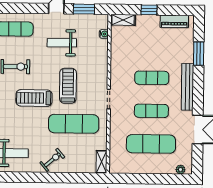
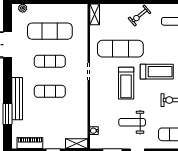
weight bench: (62, 43) -> (132, 122), turned 180
bench: (187, 87) -> (17, 99), moved

